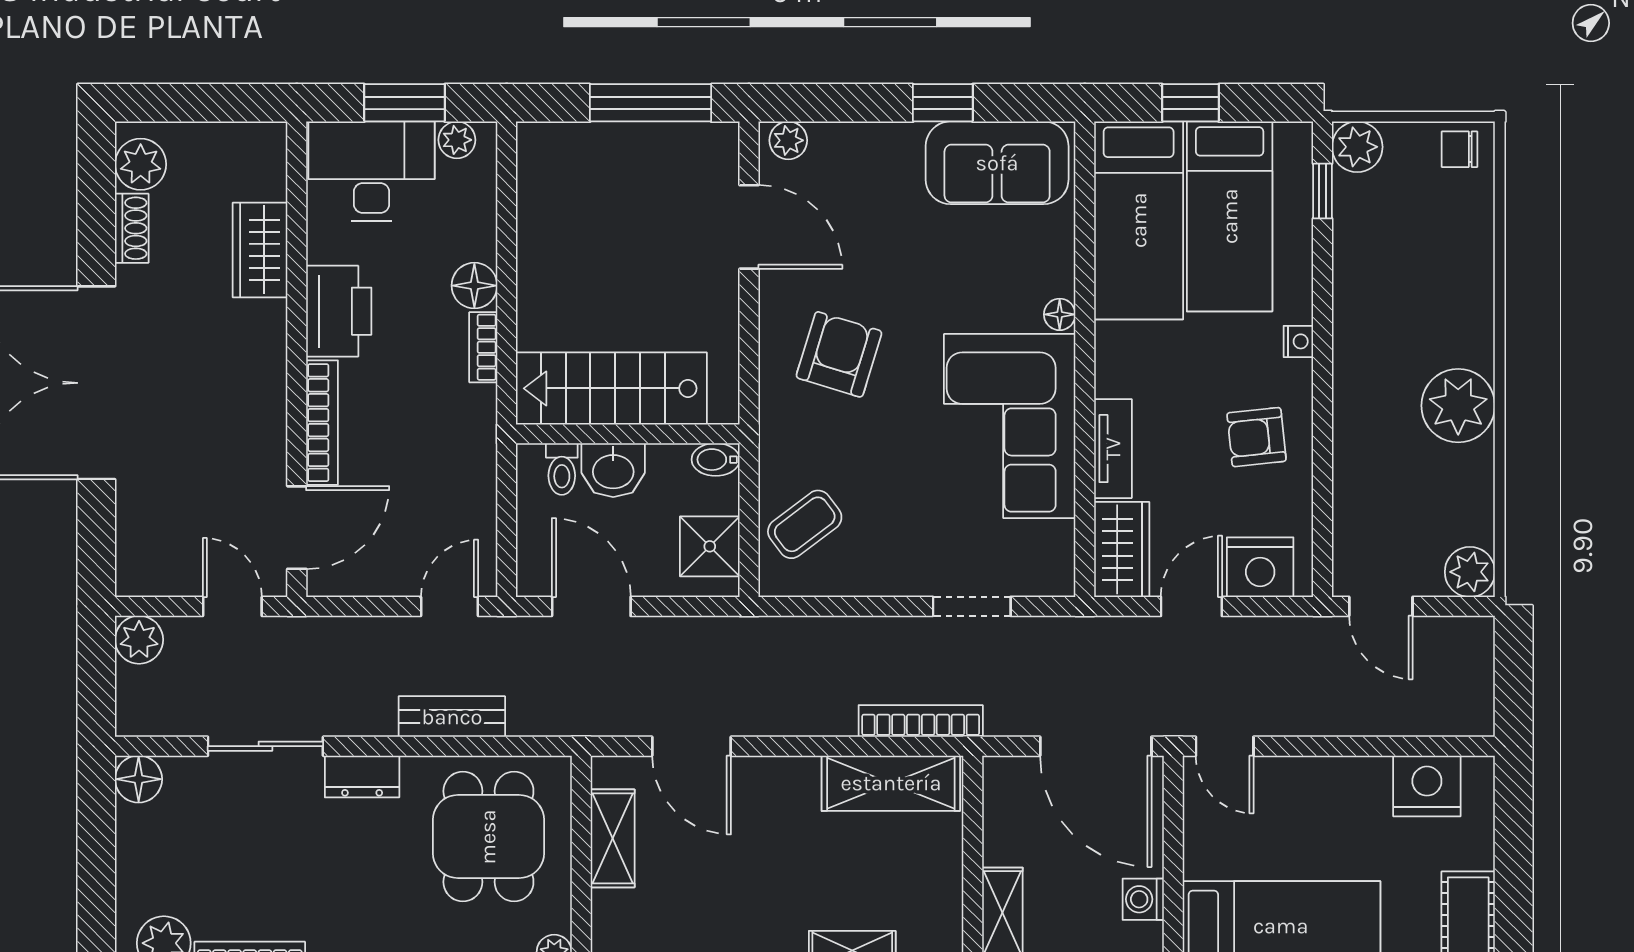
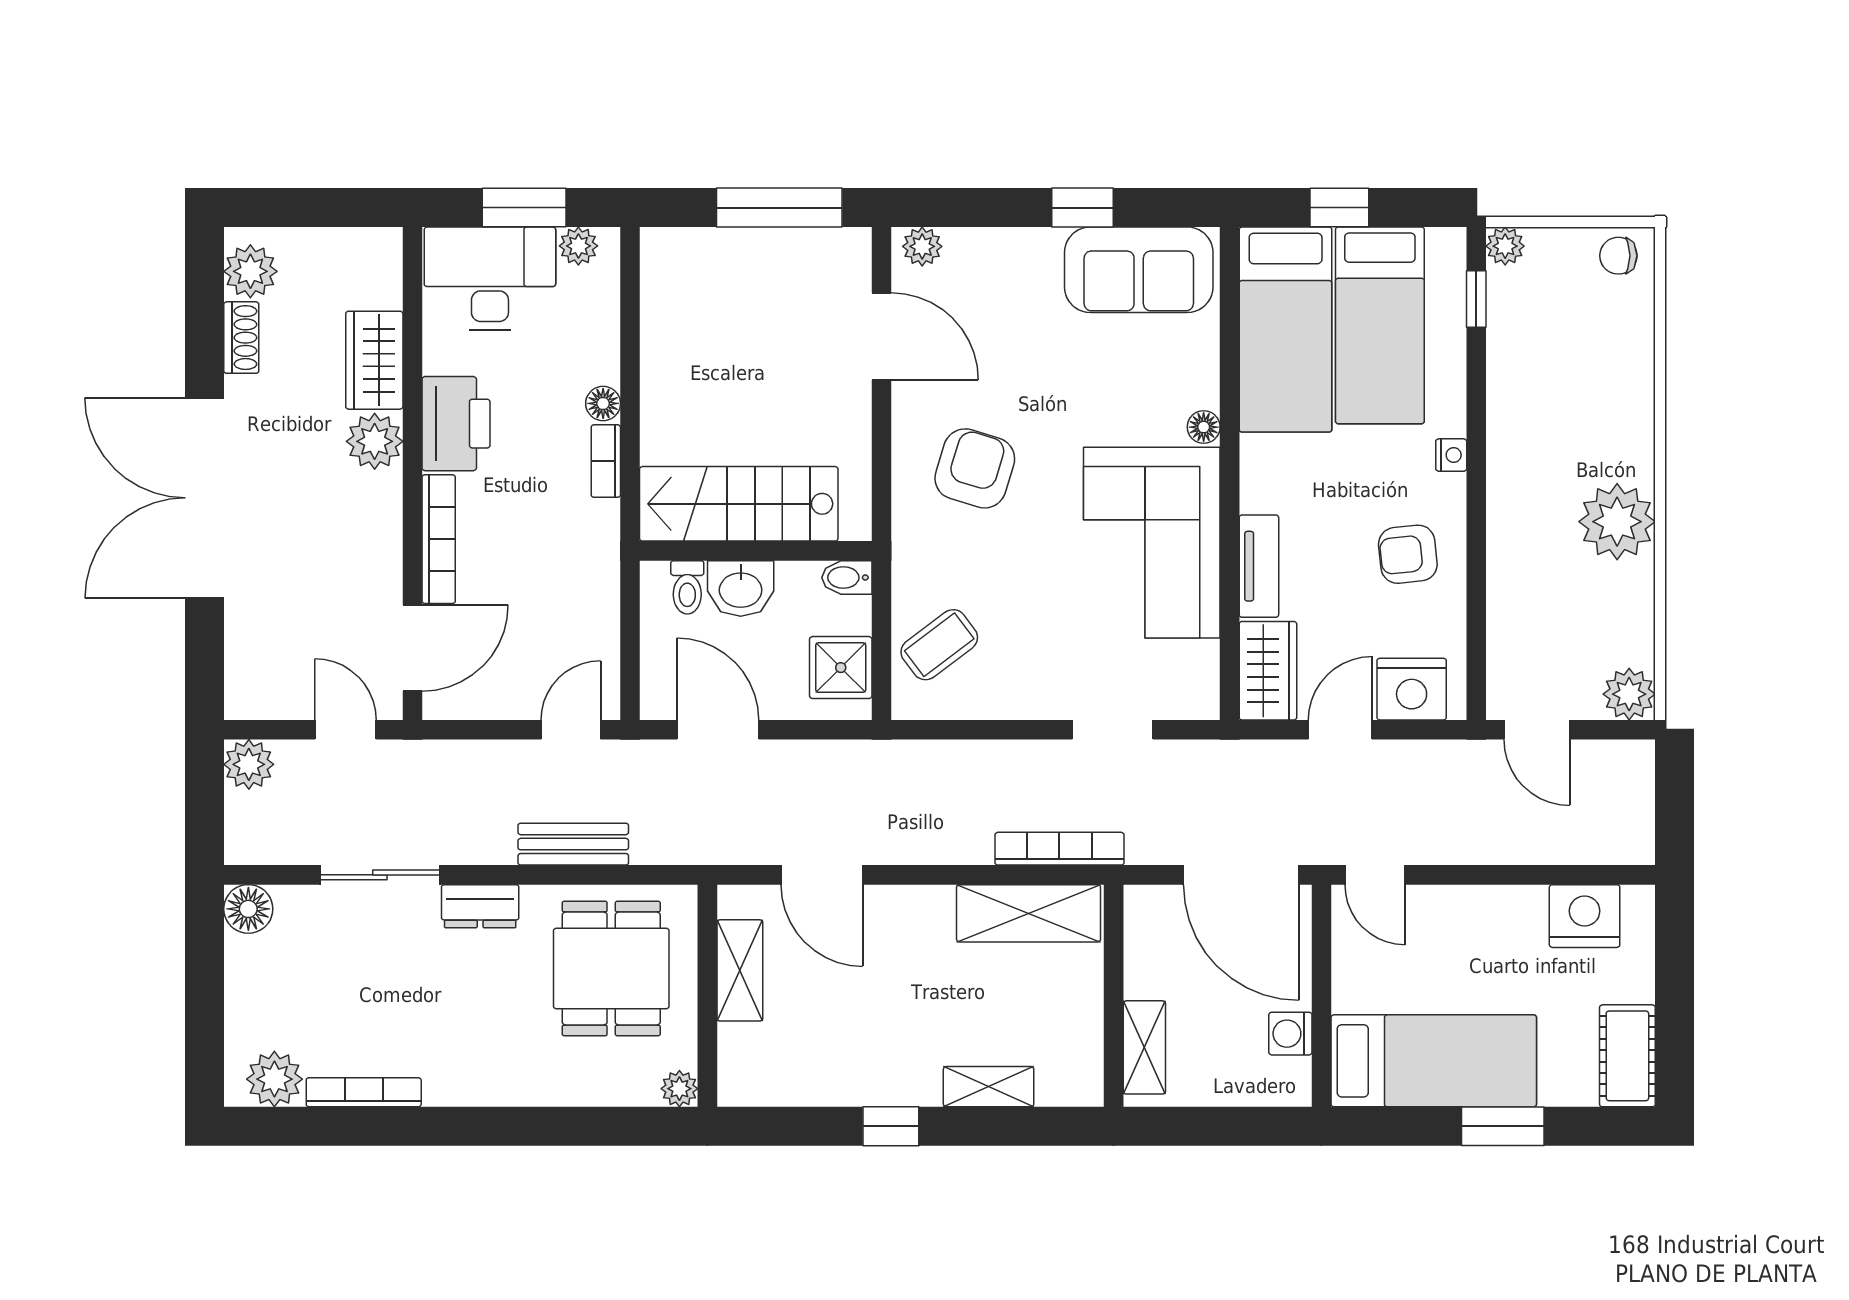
plant: (1357, 147) -> (1505, 246), width x0.73, depth x0.73
floor lamp: (474, 286) -> (603, 403), width x0.73, depth x0.73
plant: (260, 328) -> (375, 441), added

